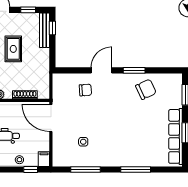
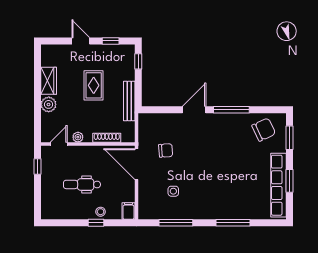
bench: (45, 30) -> (129, 101), moved
window: (134, 70) -> (231, 110), width x1.44
chair: (146, 89) -> (264, 130), moved
chair: (85, 90) -> (166, 150), moved
window: (31, 169) -> (96, 223), moved

